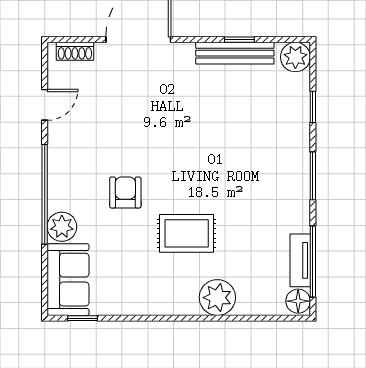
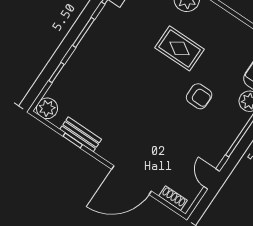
bench: (235, 53) -> (81, 134), width x0.73
door: (45, 105) -> (212, 179), hinge flipped
armchair: (125, 192) -> (199, 96), turned -90

